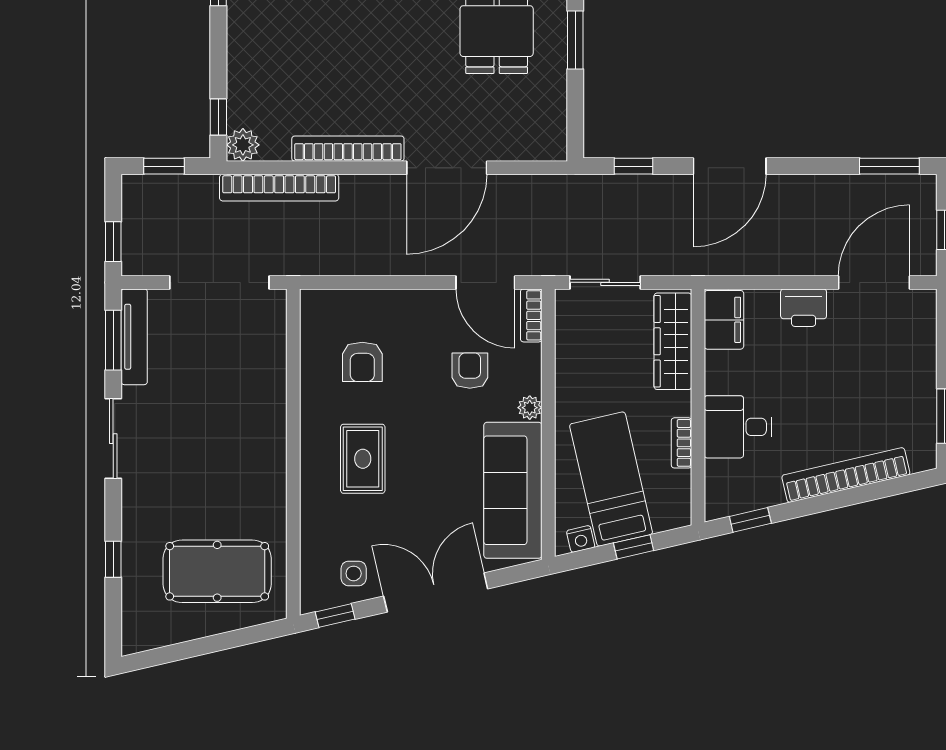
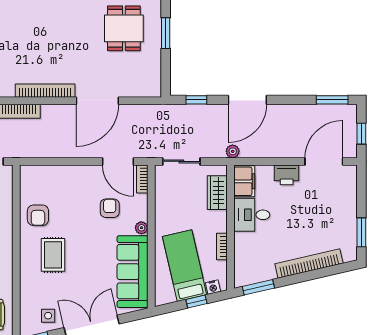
plant: (702, 263) -> (233, 151), added
wardrobe: (673, 341) -> (217, 193), width x0.67
armchair: (362, 362) -> (38, 215), moved
desk: (738, 427) -> (252, 215), moved
window: (750, 520) -> (258, 287), width x1.50
nightstand: (581, 539) -> (213, 287), moved

